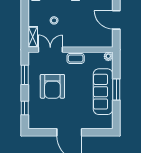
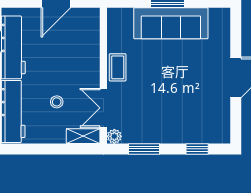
plant: (108, 56) -> (114, 136), moved
armchair: (52, 86) -> (162, 105), removed

